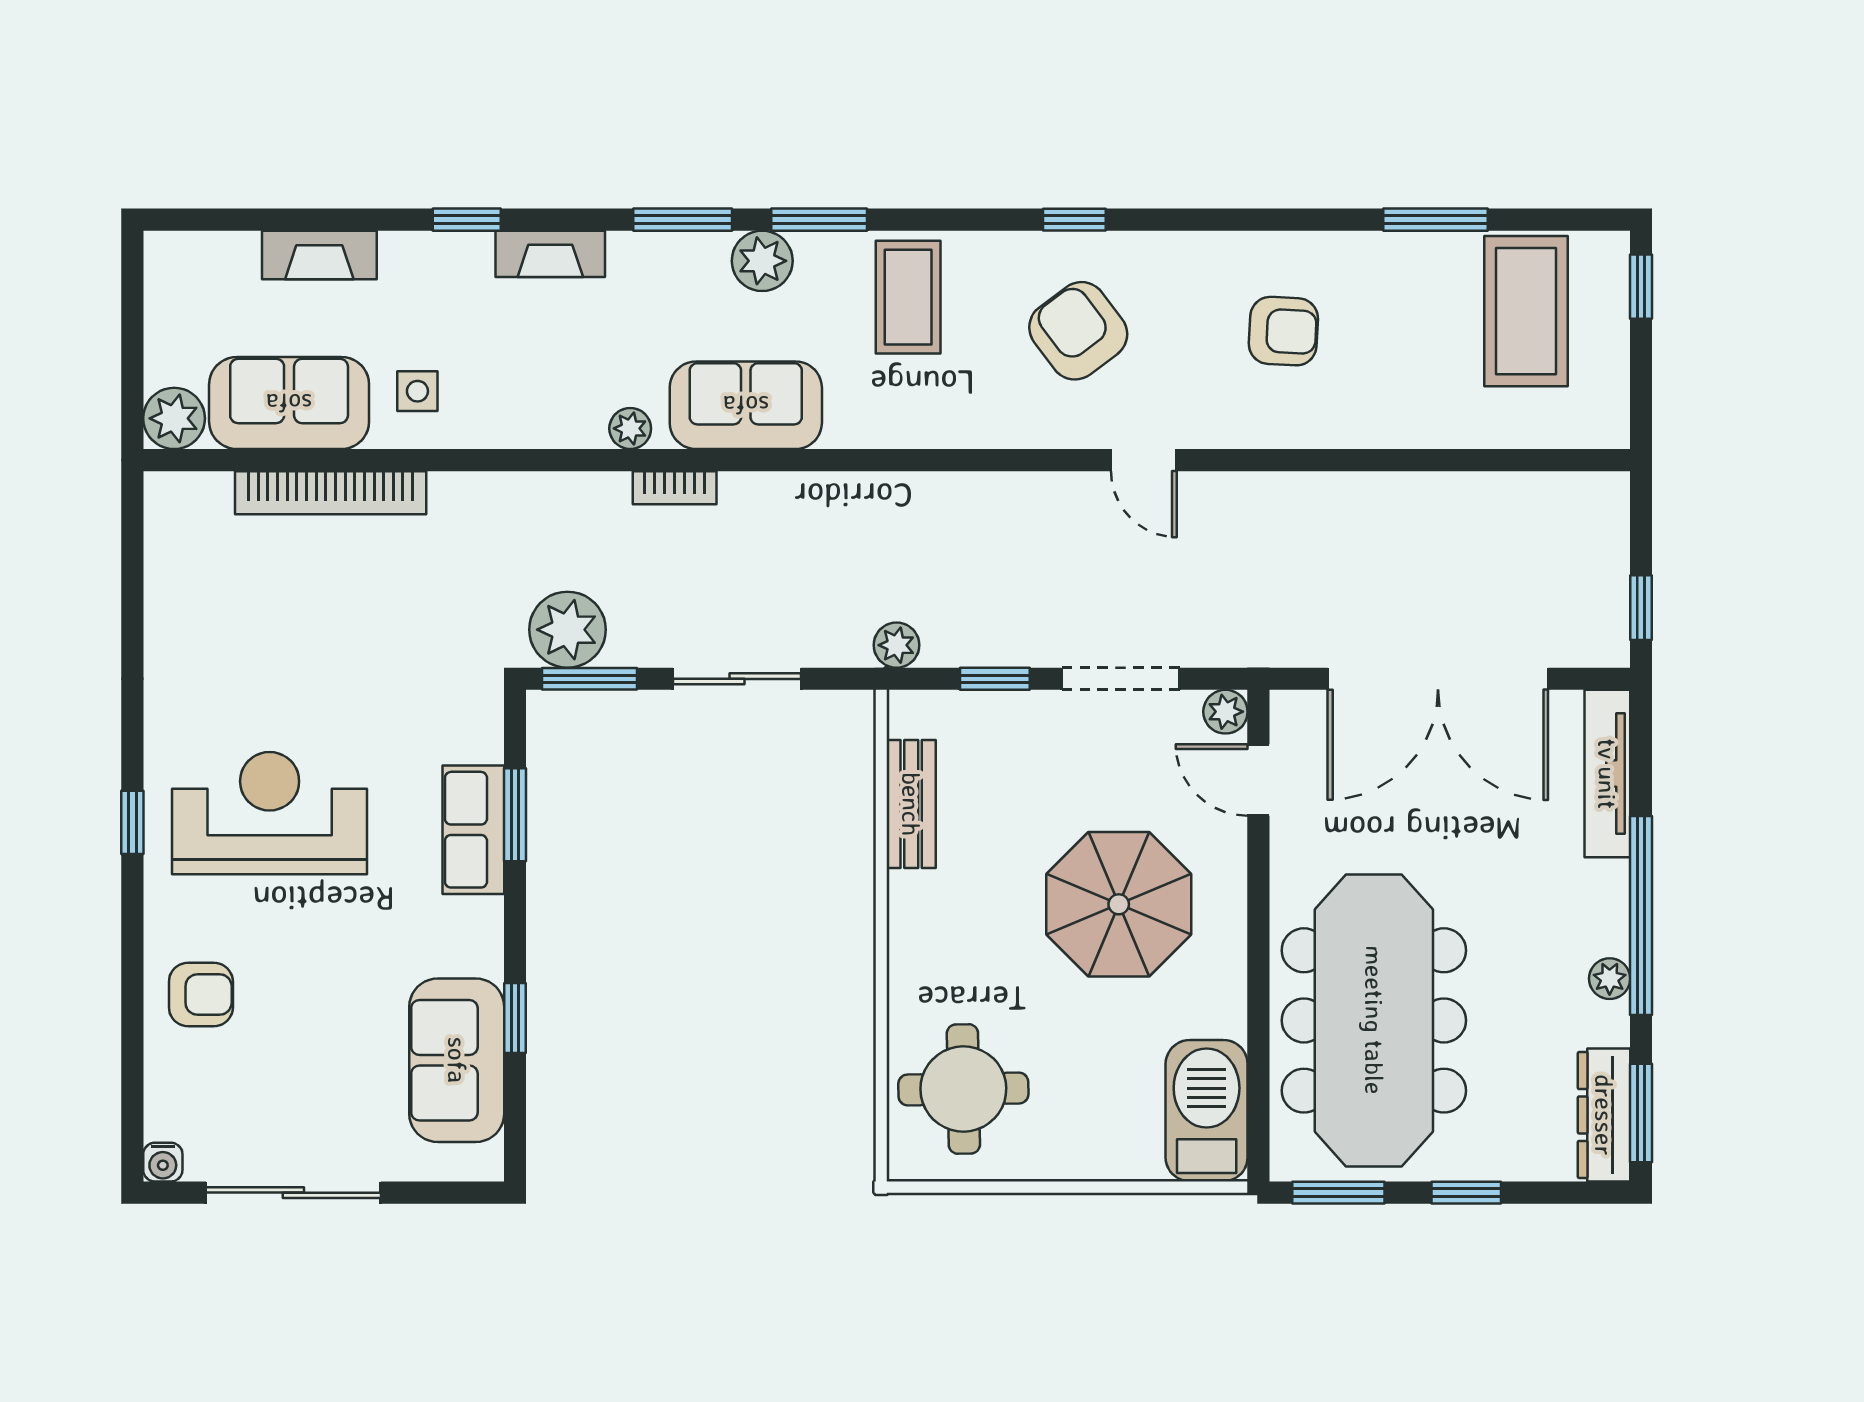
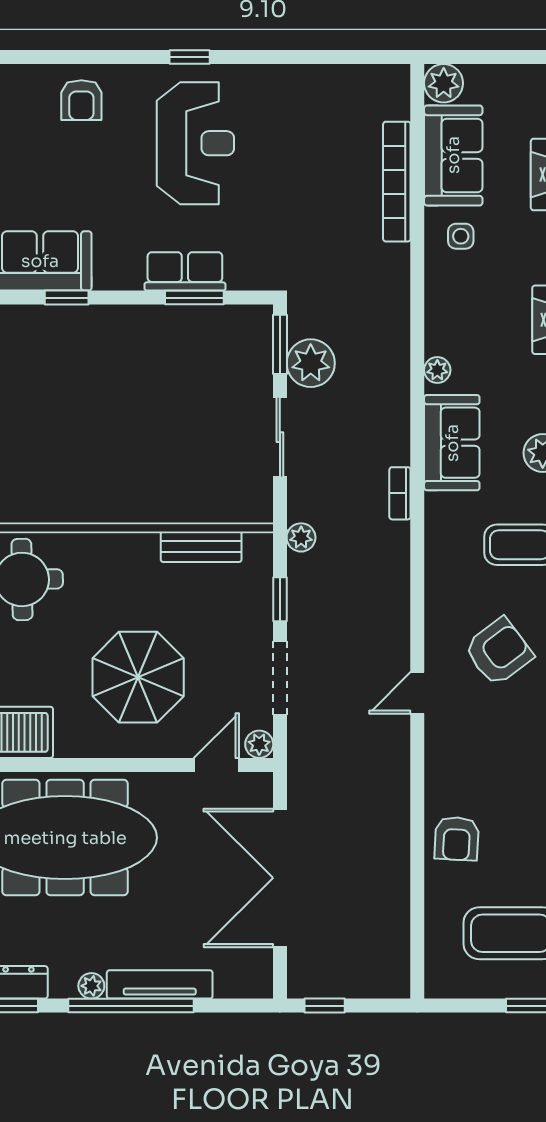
armchair: (1283, 331) -> (457, 839), moved
bookcase: (675, 488) -> (400, 493), moved
plant: (567, 630) -> (311, 363), moved
tv unit: (1607, 774) -> (160, 984), moved

